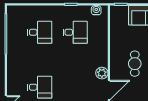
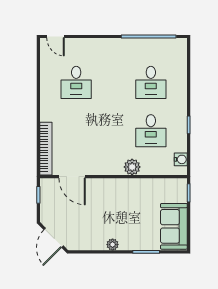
cafe table: (135, 64) -> (108, 212), removed
plant: (102, 73) -> (132, 167), moved

